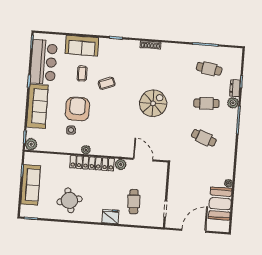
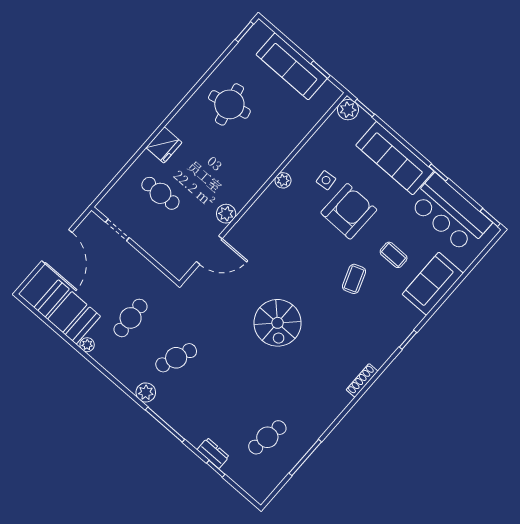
cafe table: (206, 103) -> (131, 318), moved
plant: (233, 103) -> (146, 392), moved
armchair: (77, 109) -> (349, 211), turned -89
locker: (92, 163) -> (258, 175), removed

